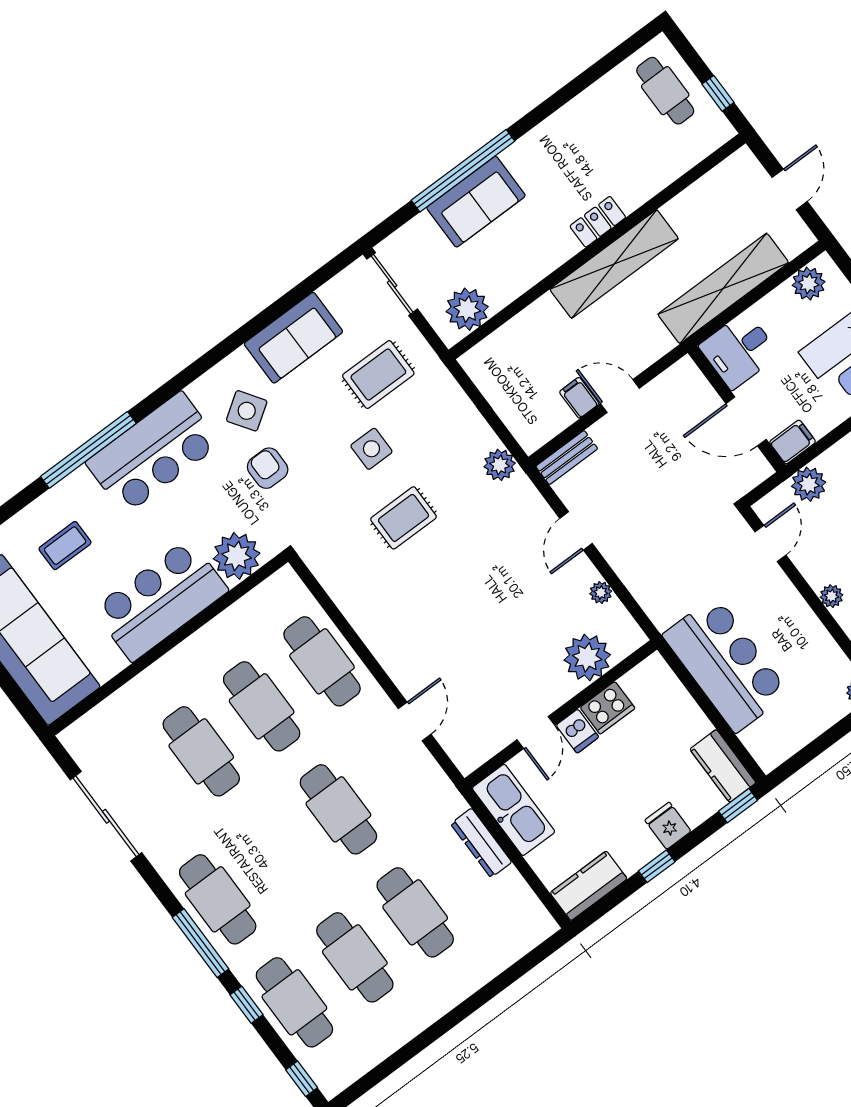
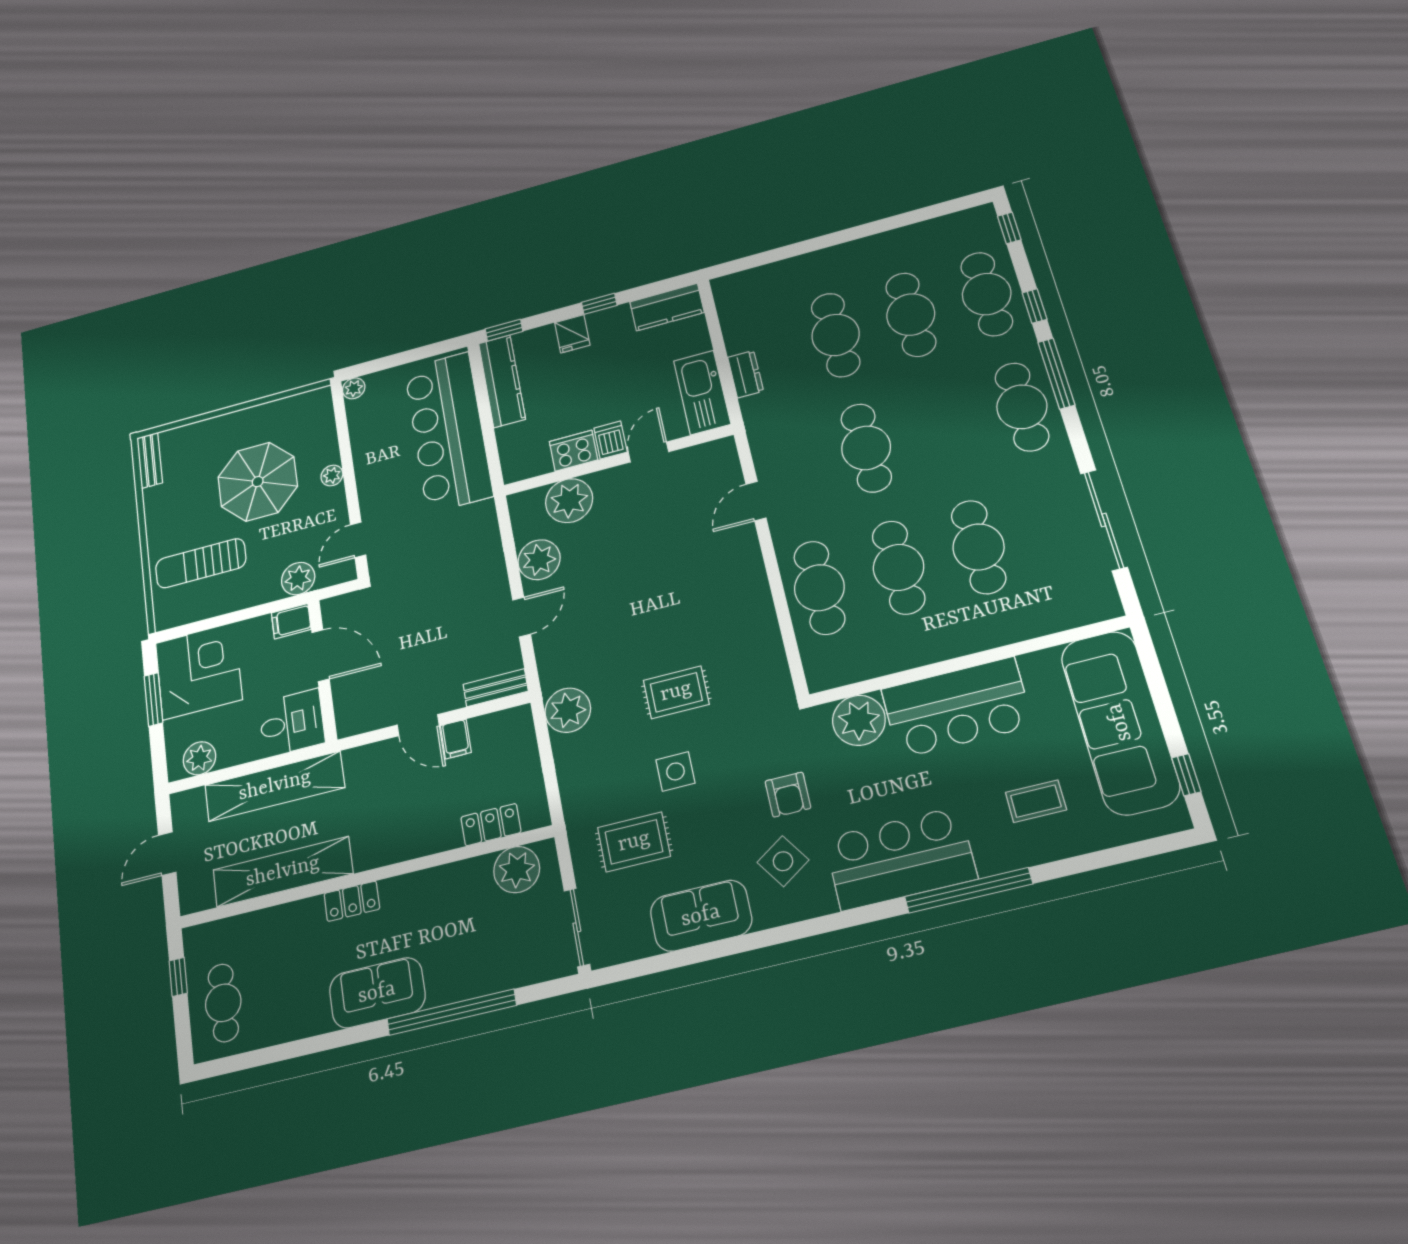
sofa: (476, 202) -> (377, 993), moved
shelving: (614, 264) -> (283, 872), moved
locker: (509, 337) -> (491, 825), added
plant: (500, 465) -> (568, 710), width x1.36, depth x1.36
plant: (601, 593) -> (539, 560), width x1.88, depth x1.88
bar counter: (726, 664) -> (448, 432), width x1.36
kitchen counter: (723, 766) -> (502, 381), width x1.50
dresser: (481, 843) -> (746, 374), width x0.70

